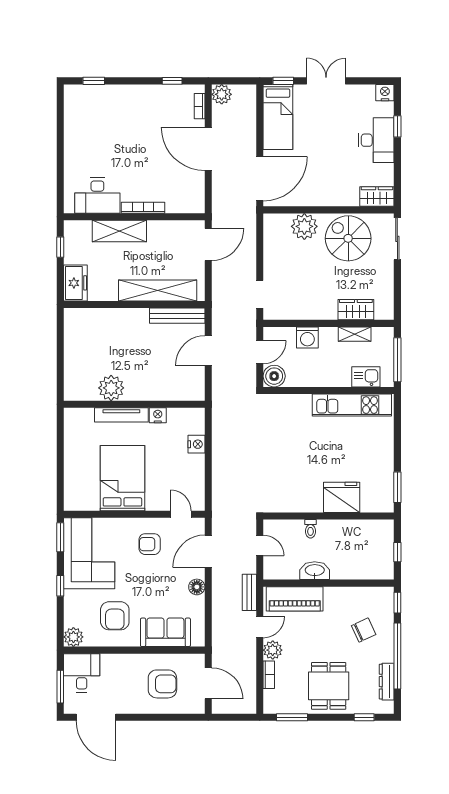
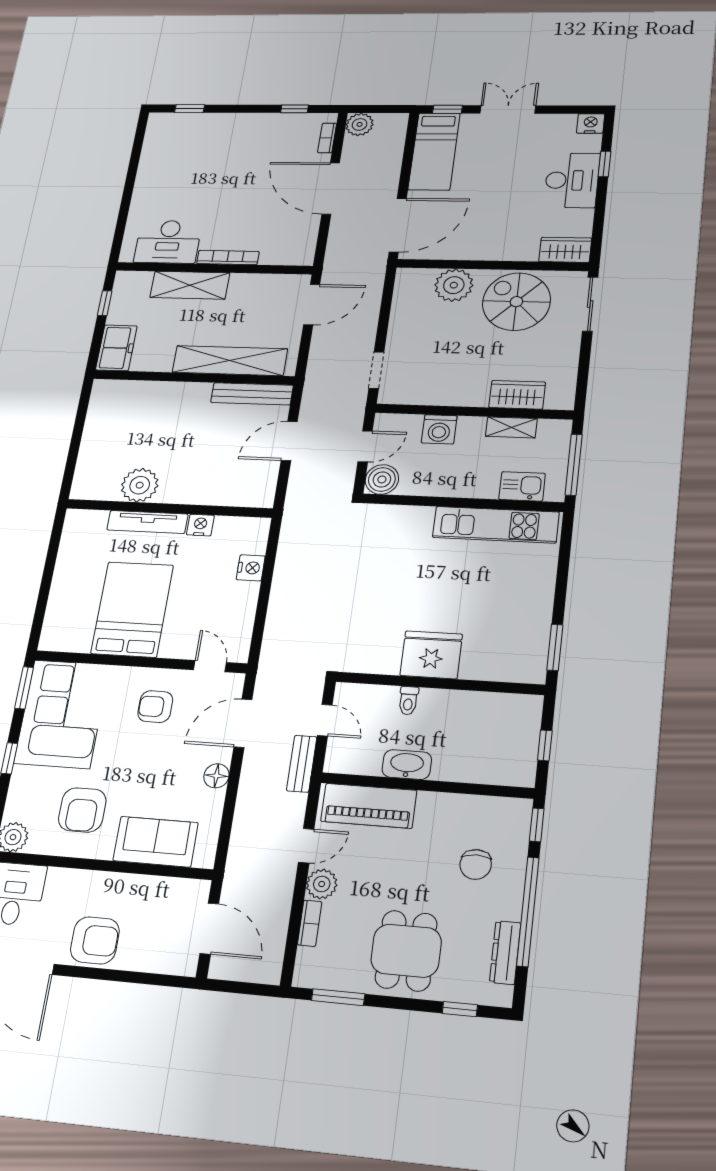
fridge: (342, 497) -> (431, 655), moved
bench: (249, 592) -> (302, 764), moved
chair: (364, 630) -> (476, 864), turned 115
armchair: (162, 684) -> (95, 940), moved

